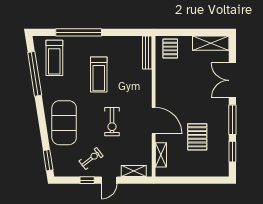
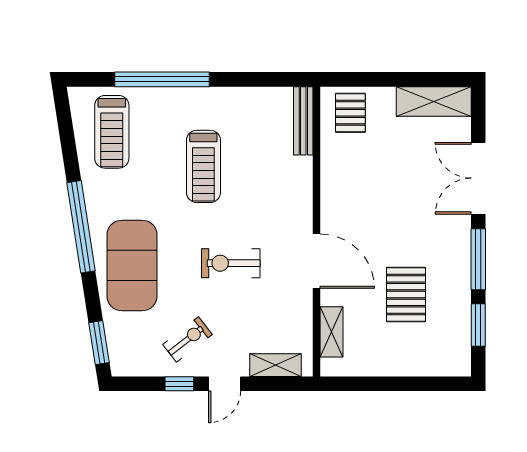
window: (35, 74) -> (81, 227), moved
exercise bike: (112, 122) -> (231, 263), turned 90

